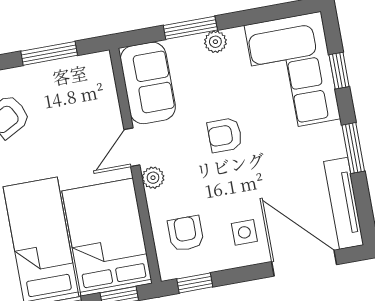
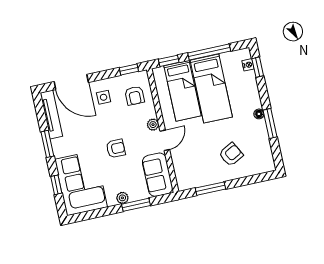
bed: (107, 237) -> (183, 91), width x0.67

